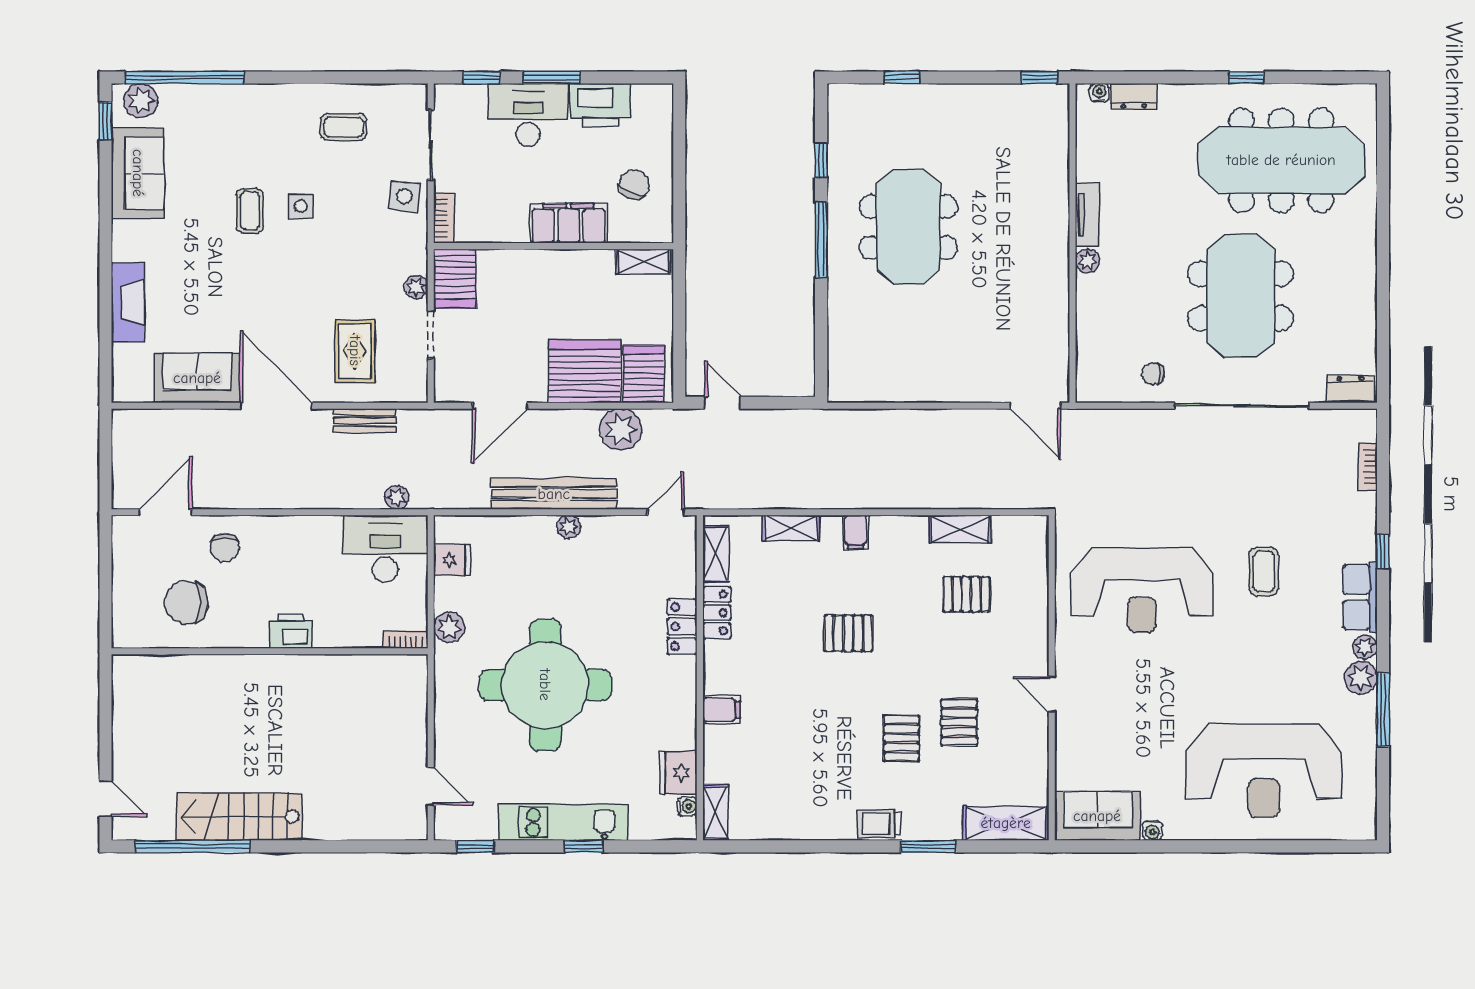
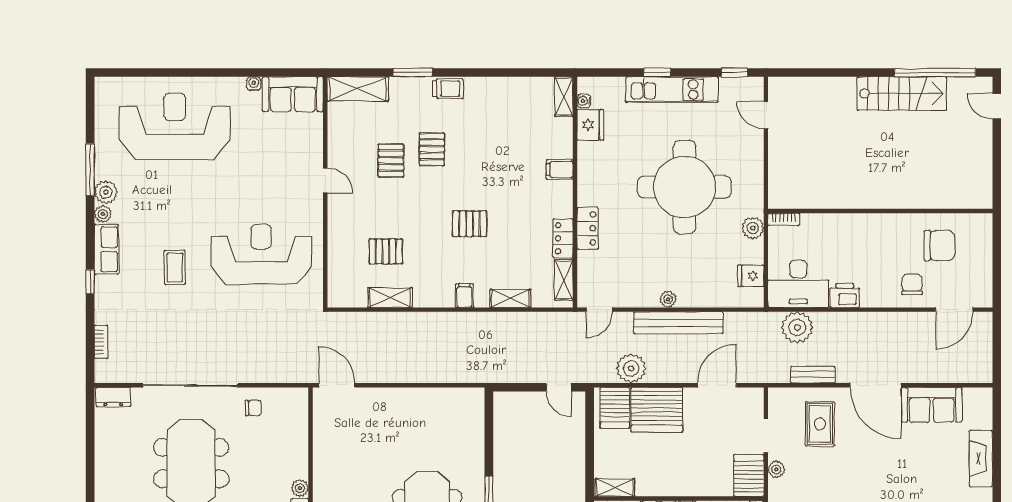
plant: (397, 497) -> (797, 328), width x1.88, depth x1.88
printer: (291, 631) -> (845, 295), moved, turned 180

